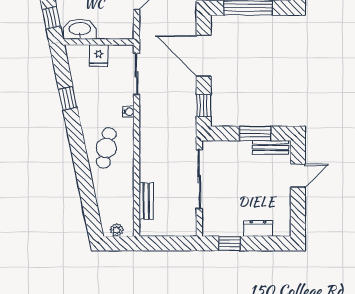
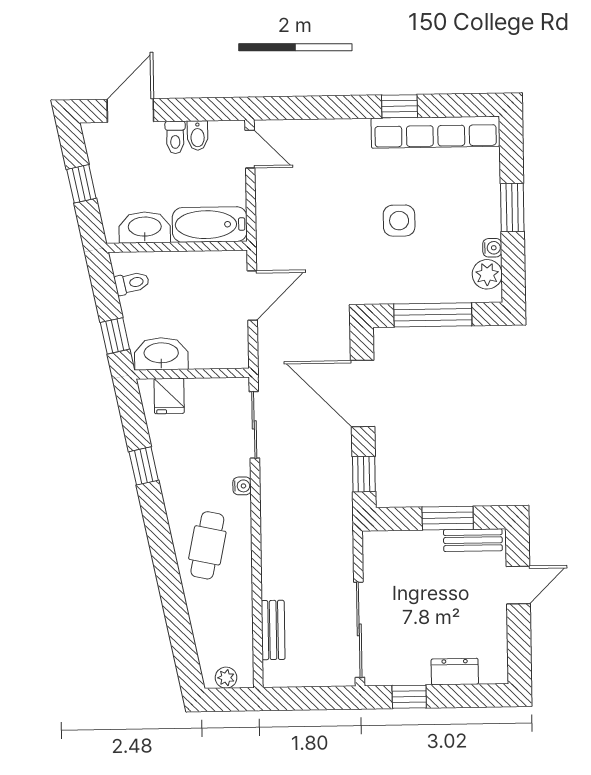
fridge: (99, 55) -> (169, 396), moved
sliding door: (199, 179) -> (359, 630), moved

